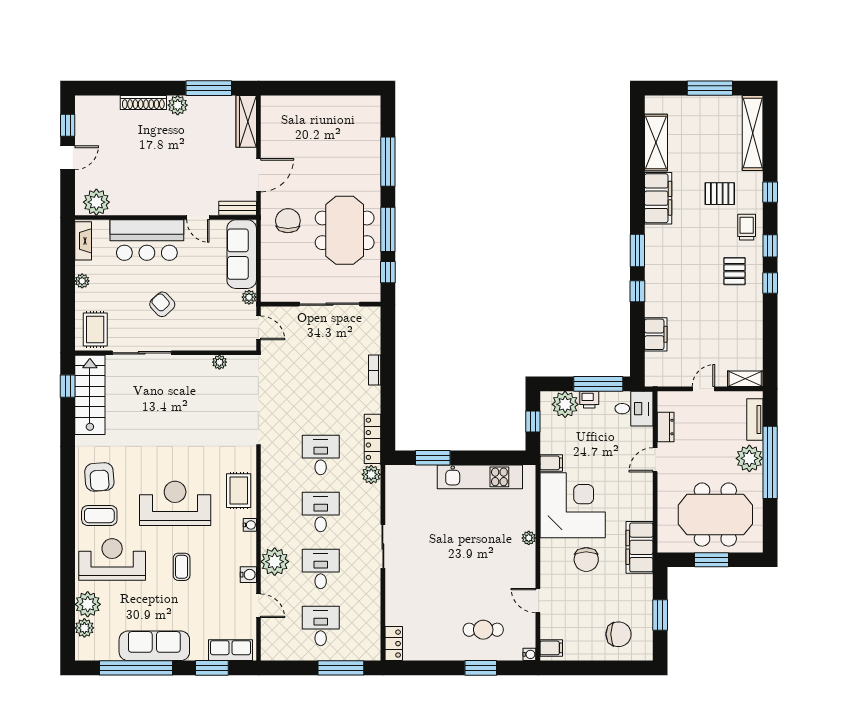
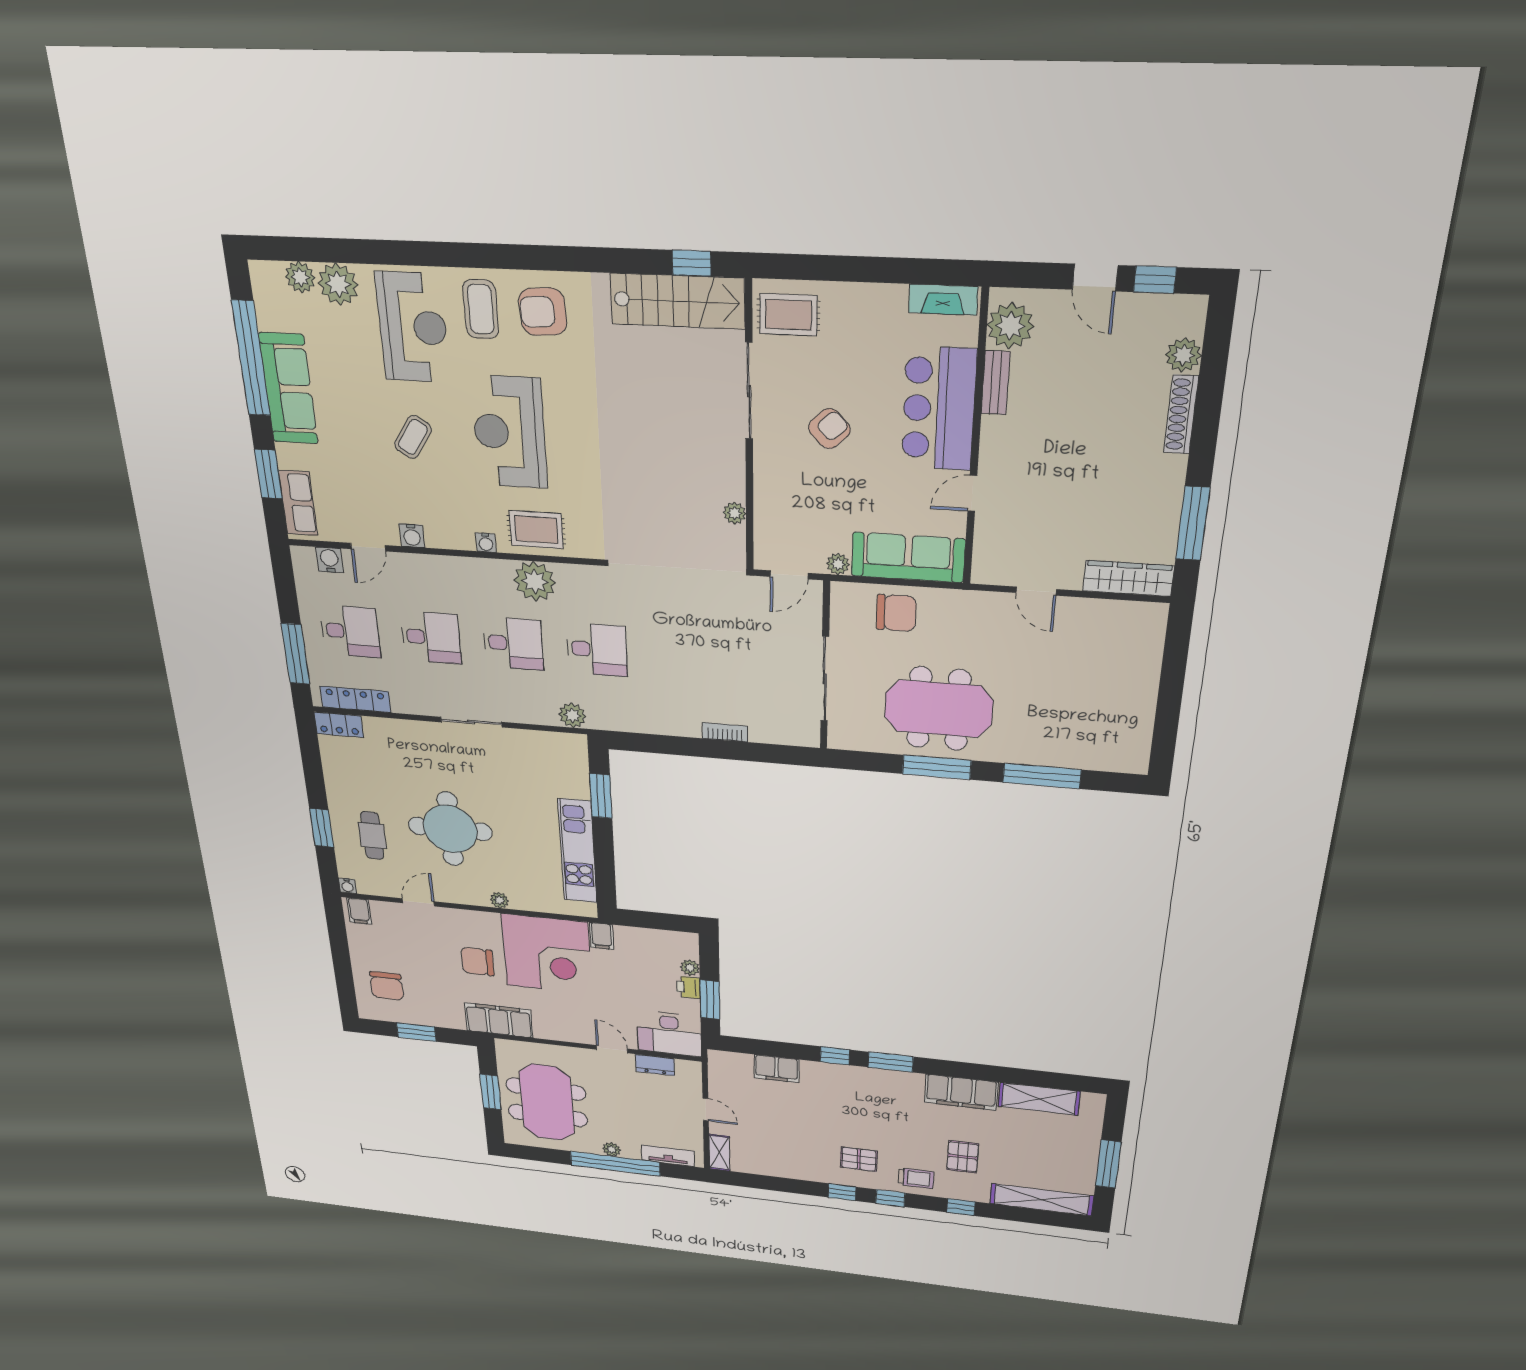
plant: (178, 105) -> (1183, 355), moved
door: (258, 175) -> (1036, 591), width x0.73
bench: (238, 208) -> (996, 383), moved
chair: (288, 221) -> (896, 613), moved
window: (388, 272) -> (871, 762), removed
plant: (82, 281) -> (873, 295), removed
window: (598, 384) -> (710, 1000), width x0.69
plant: (565, 404) -> (690, 968), width x0.53, depth x0.53
desk: (634, 409) -> (669, 1034), width x1.37
window: (533, 422) -> (657, 921), removed
locker: (372, 439) -> (355, 699), moved
plant: (749, 458) -> (612, 1149), width x0.53, depth x0.53
reception desk: (175, 503) -> (509, 432), turned 180
plant: (275, 562) -> (535, 581), moved
coffee table: (182, 567) -> (413, 437), turned -57
round table: (471, 570) -> (450, 829), added
water cooler: (269, 634) -> (330, 560), added

